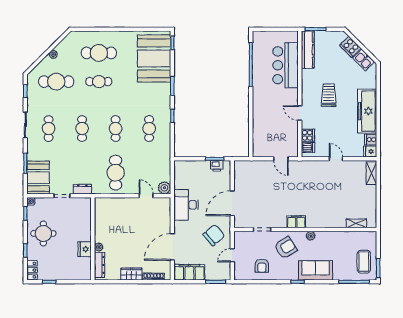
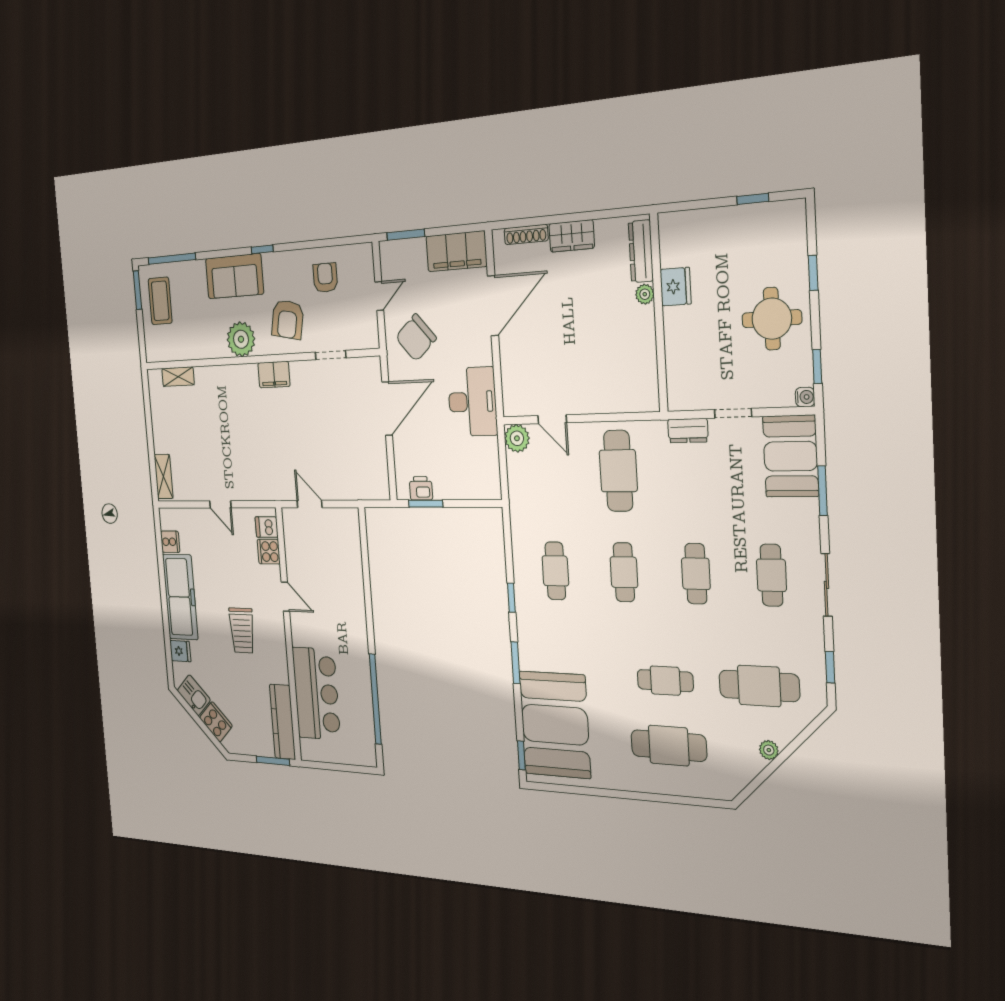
fridge: (370, 151) -> (180, 651), moved
plant: (311, 236) -> (241, 339), width x1.87, depth x1.87
armchair: (286, 248) -> (287, 319), turned -47
locker: (32, 270) -> (795, 225), removed

